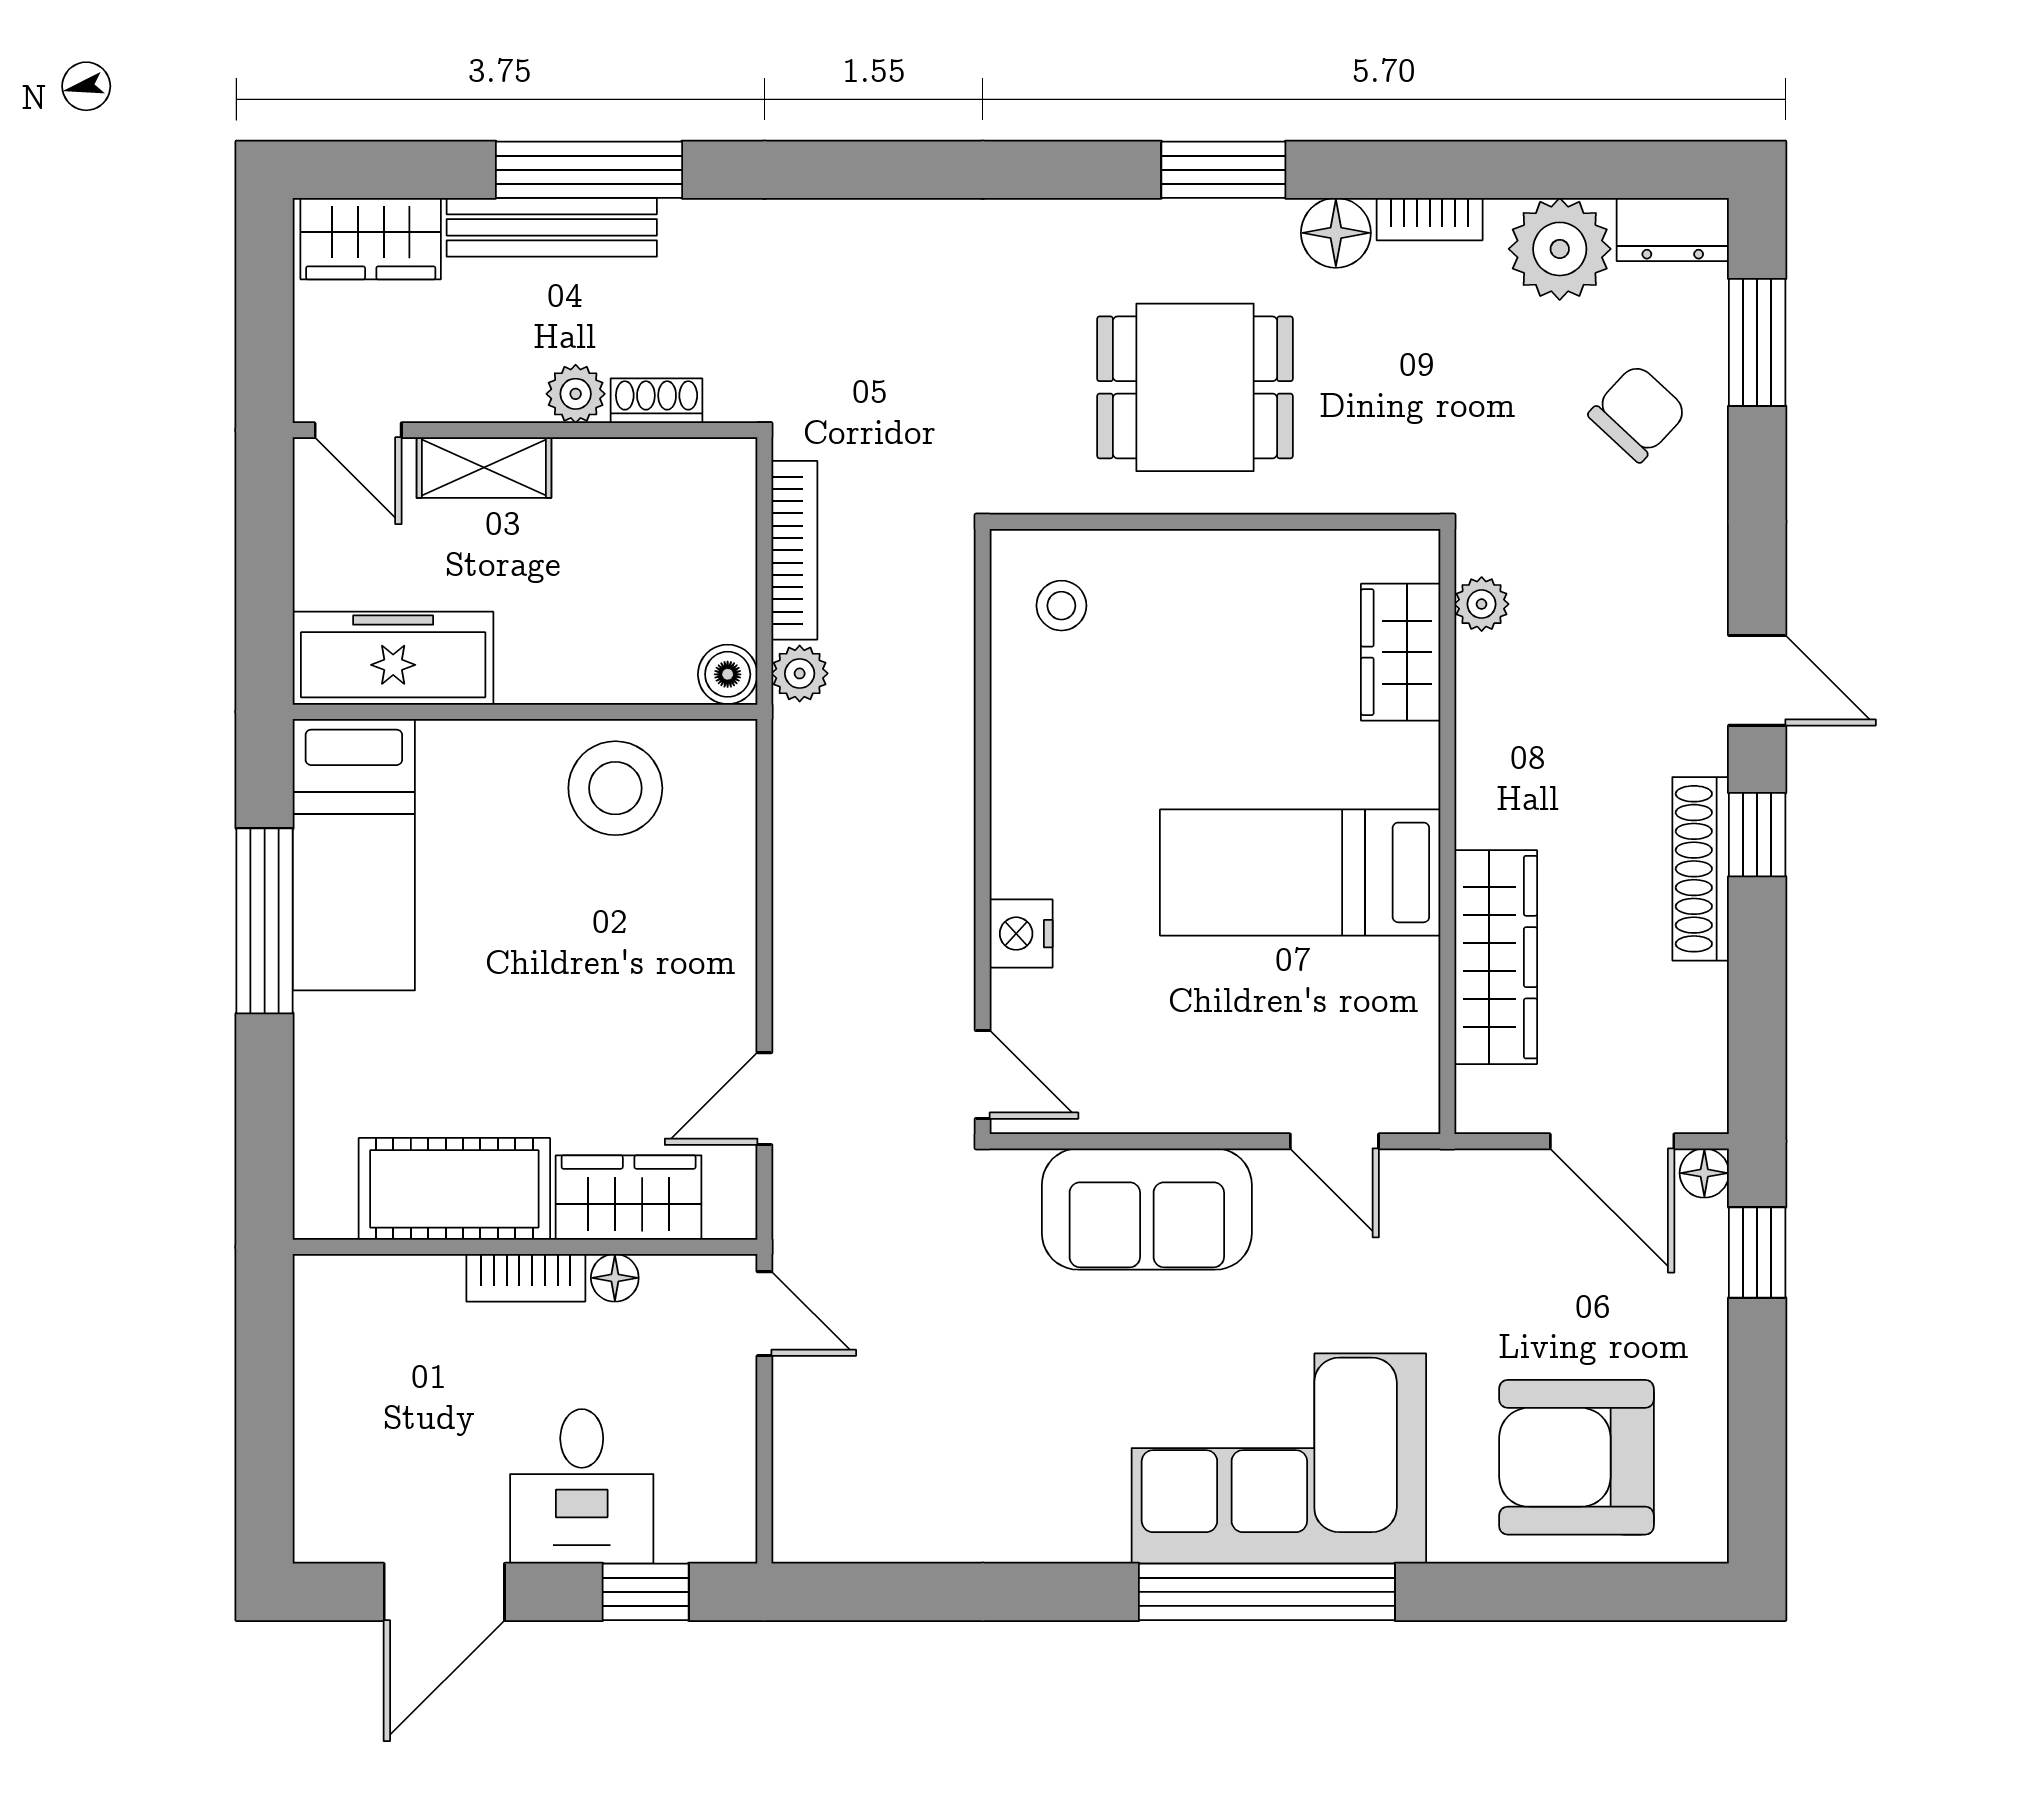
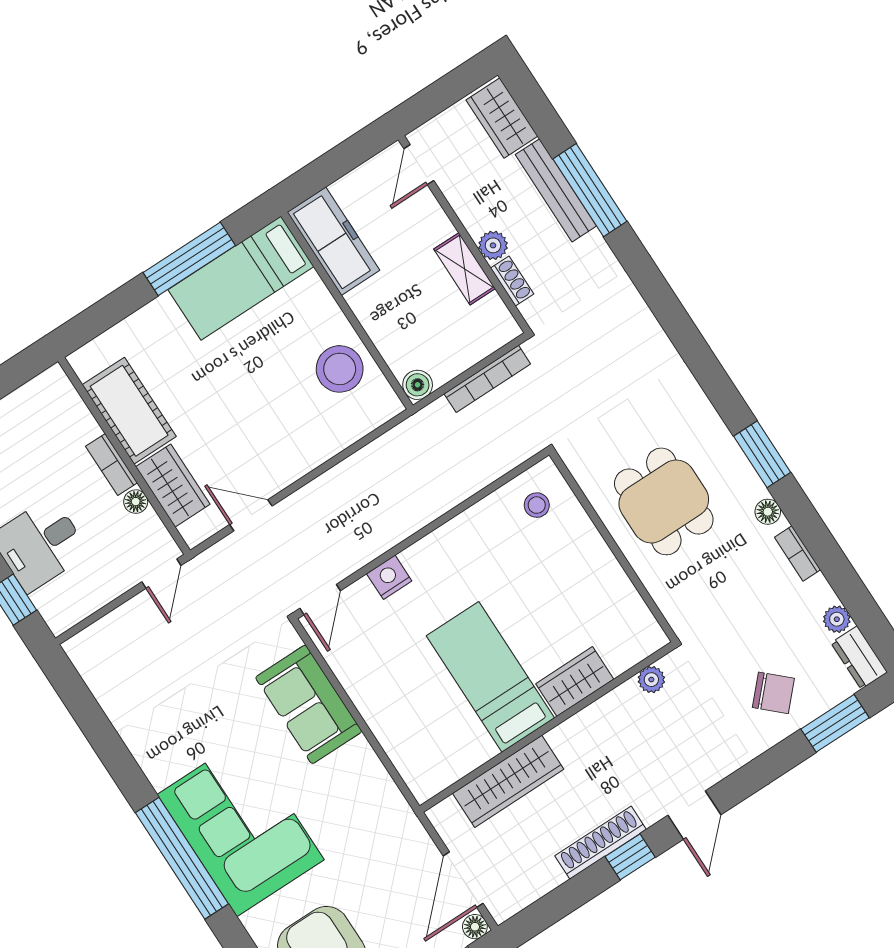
floor lamp: (1336, 233) -> (768, 512), width x0.73, depth x0.73
plant: (1560, 249) -> (837, 619), width x0.53, depth x0.53
shelving: (484, 468) -> (465, 269), moved
wardrobe: (1401, 652) -> (575, 682), moved
plant: (800, 673) -> (437, 415), removed
door: (1334, 1141) -> (388, 764), removed

